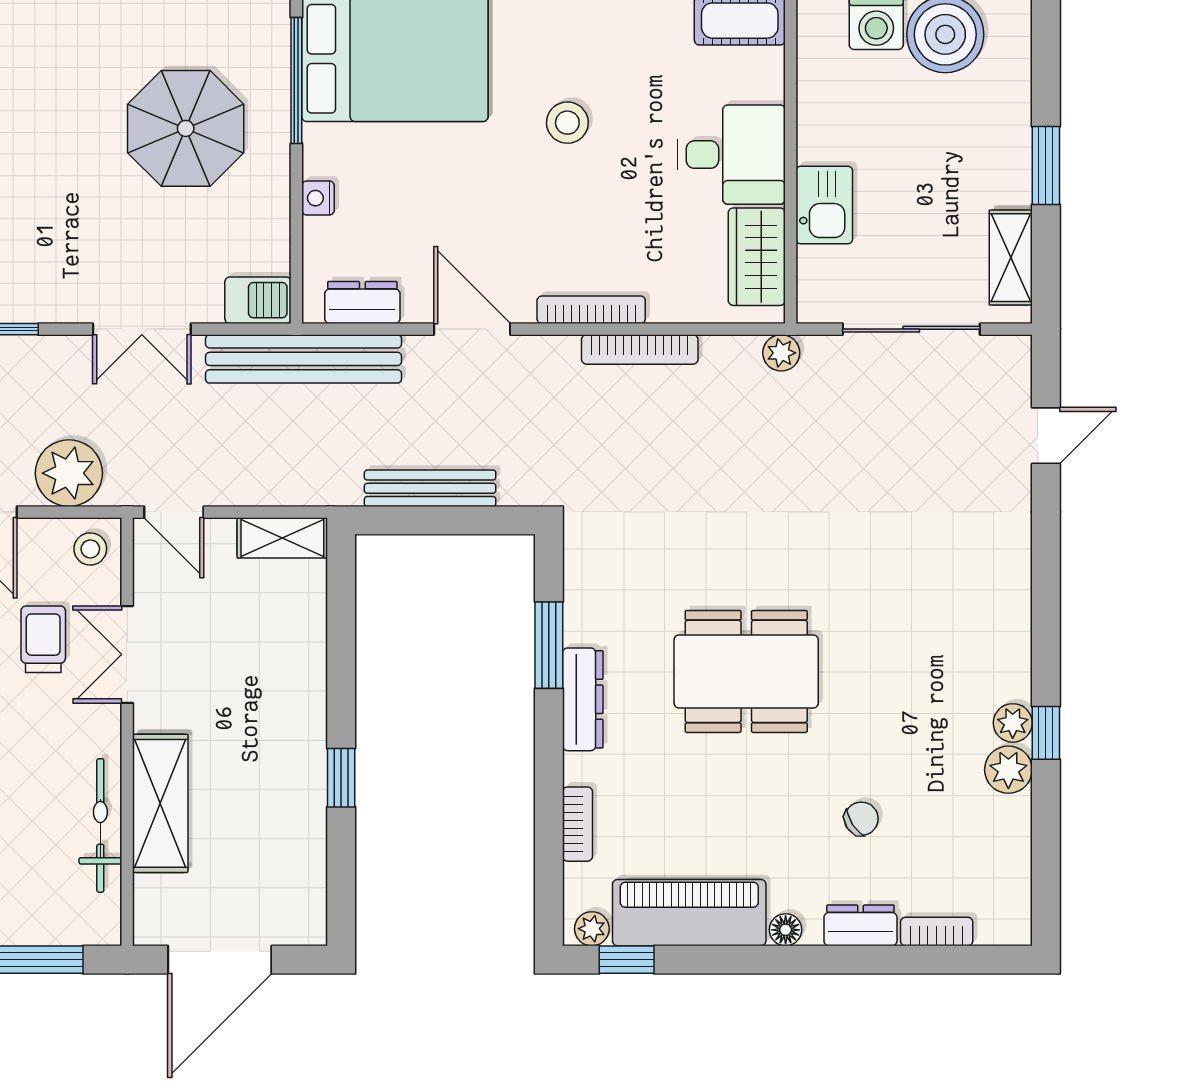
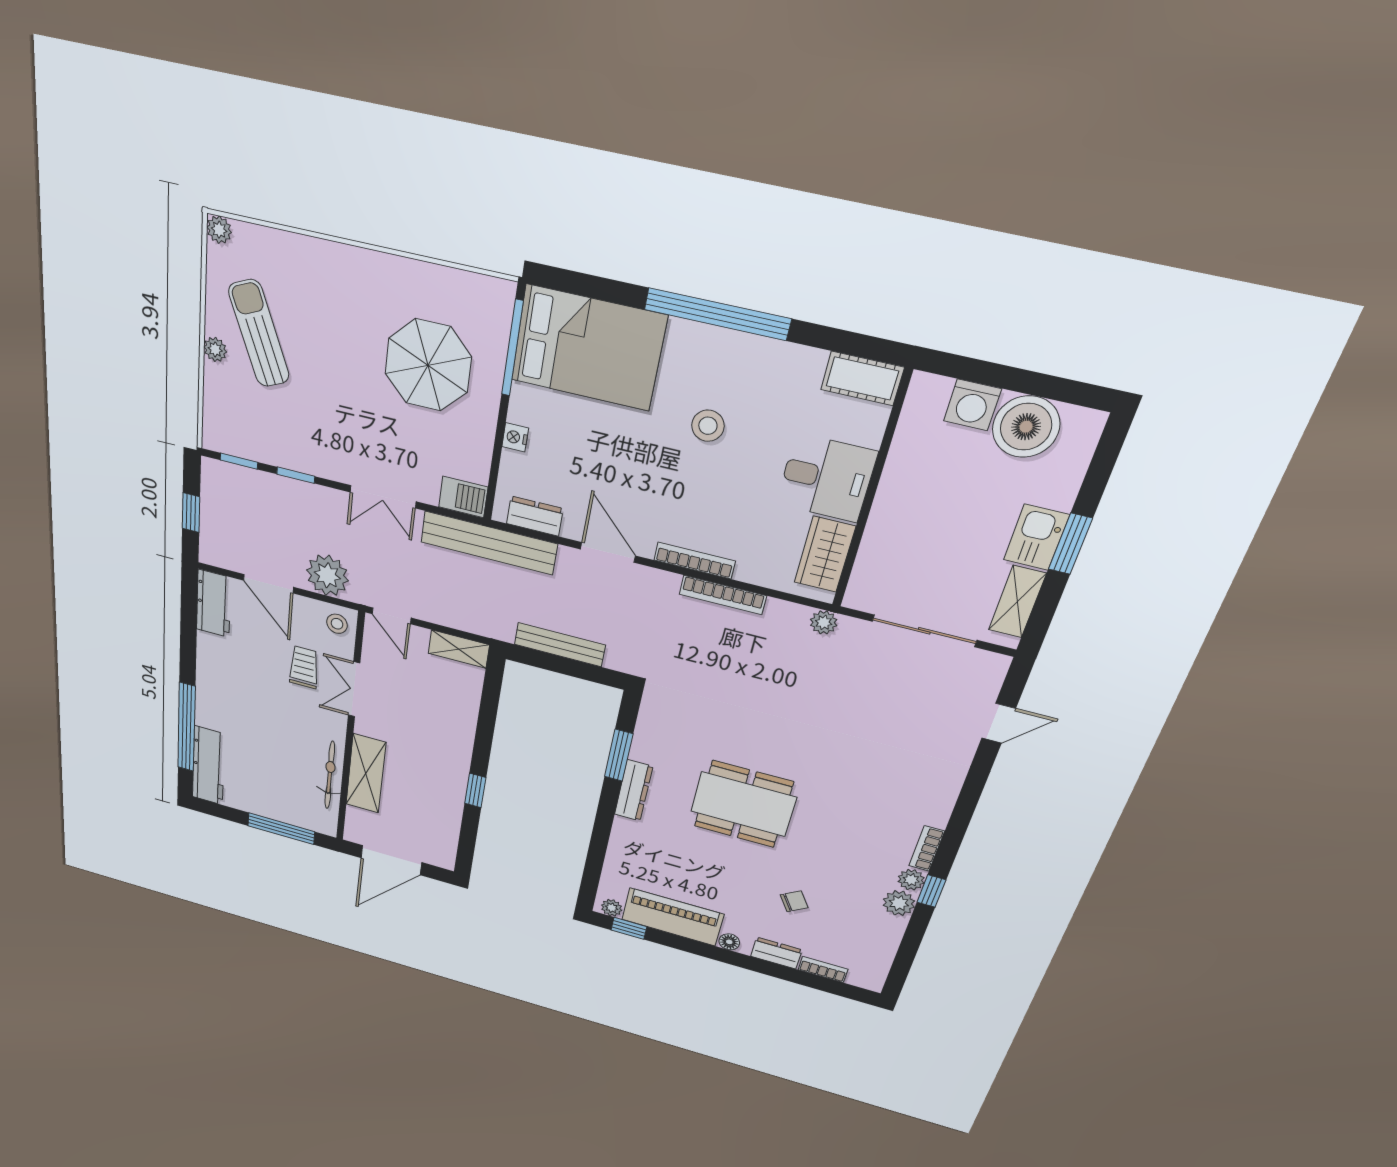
kitchen sink: (824, 205) -> (1036, 537), moved, turned 180
bookcase: (578, 824) -> (927, 848), moved, turned 180

